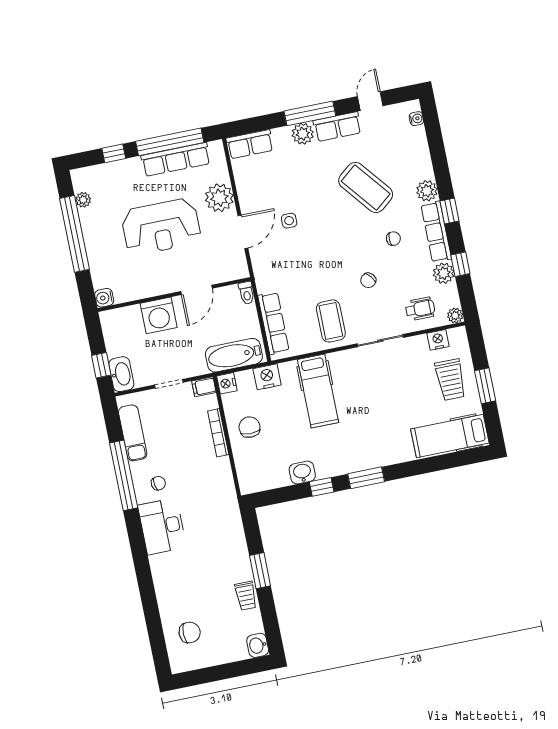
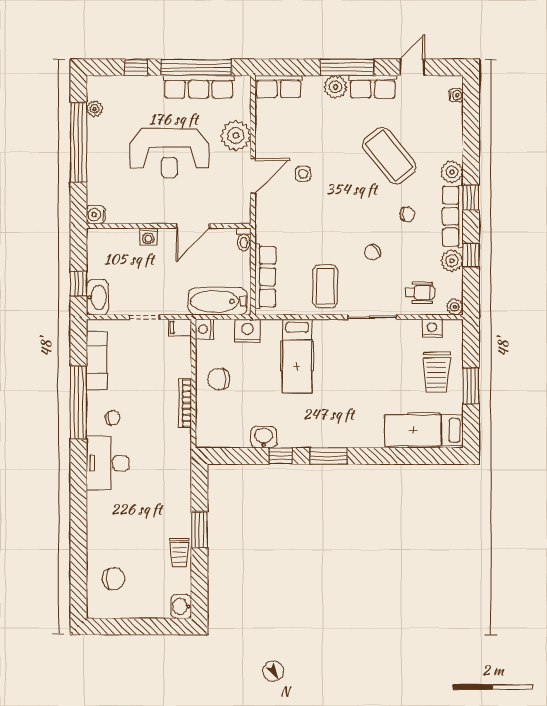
washing machine: (159, 315) -> (148, 237), width x0.53, depth x0.53
chair: (249, 427) -> (219, 379), turned -90
bookcase: (218, 433) -> (185, 403), moved

